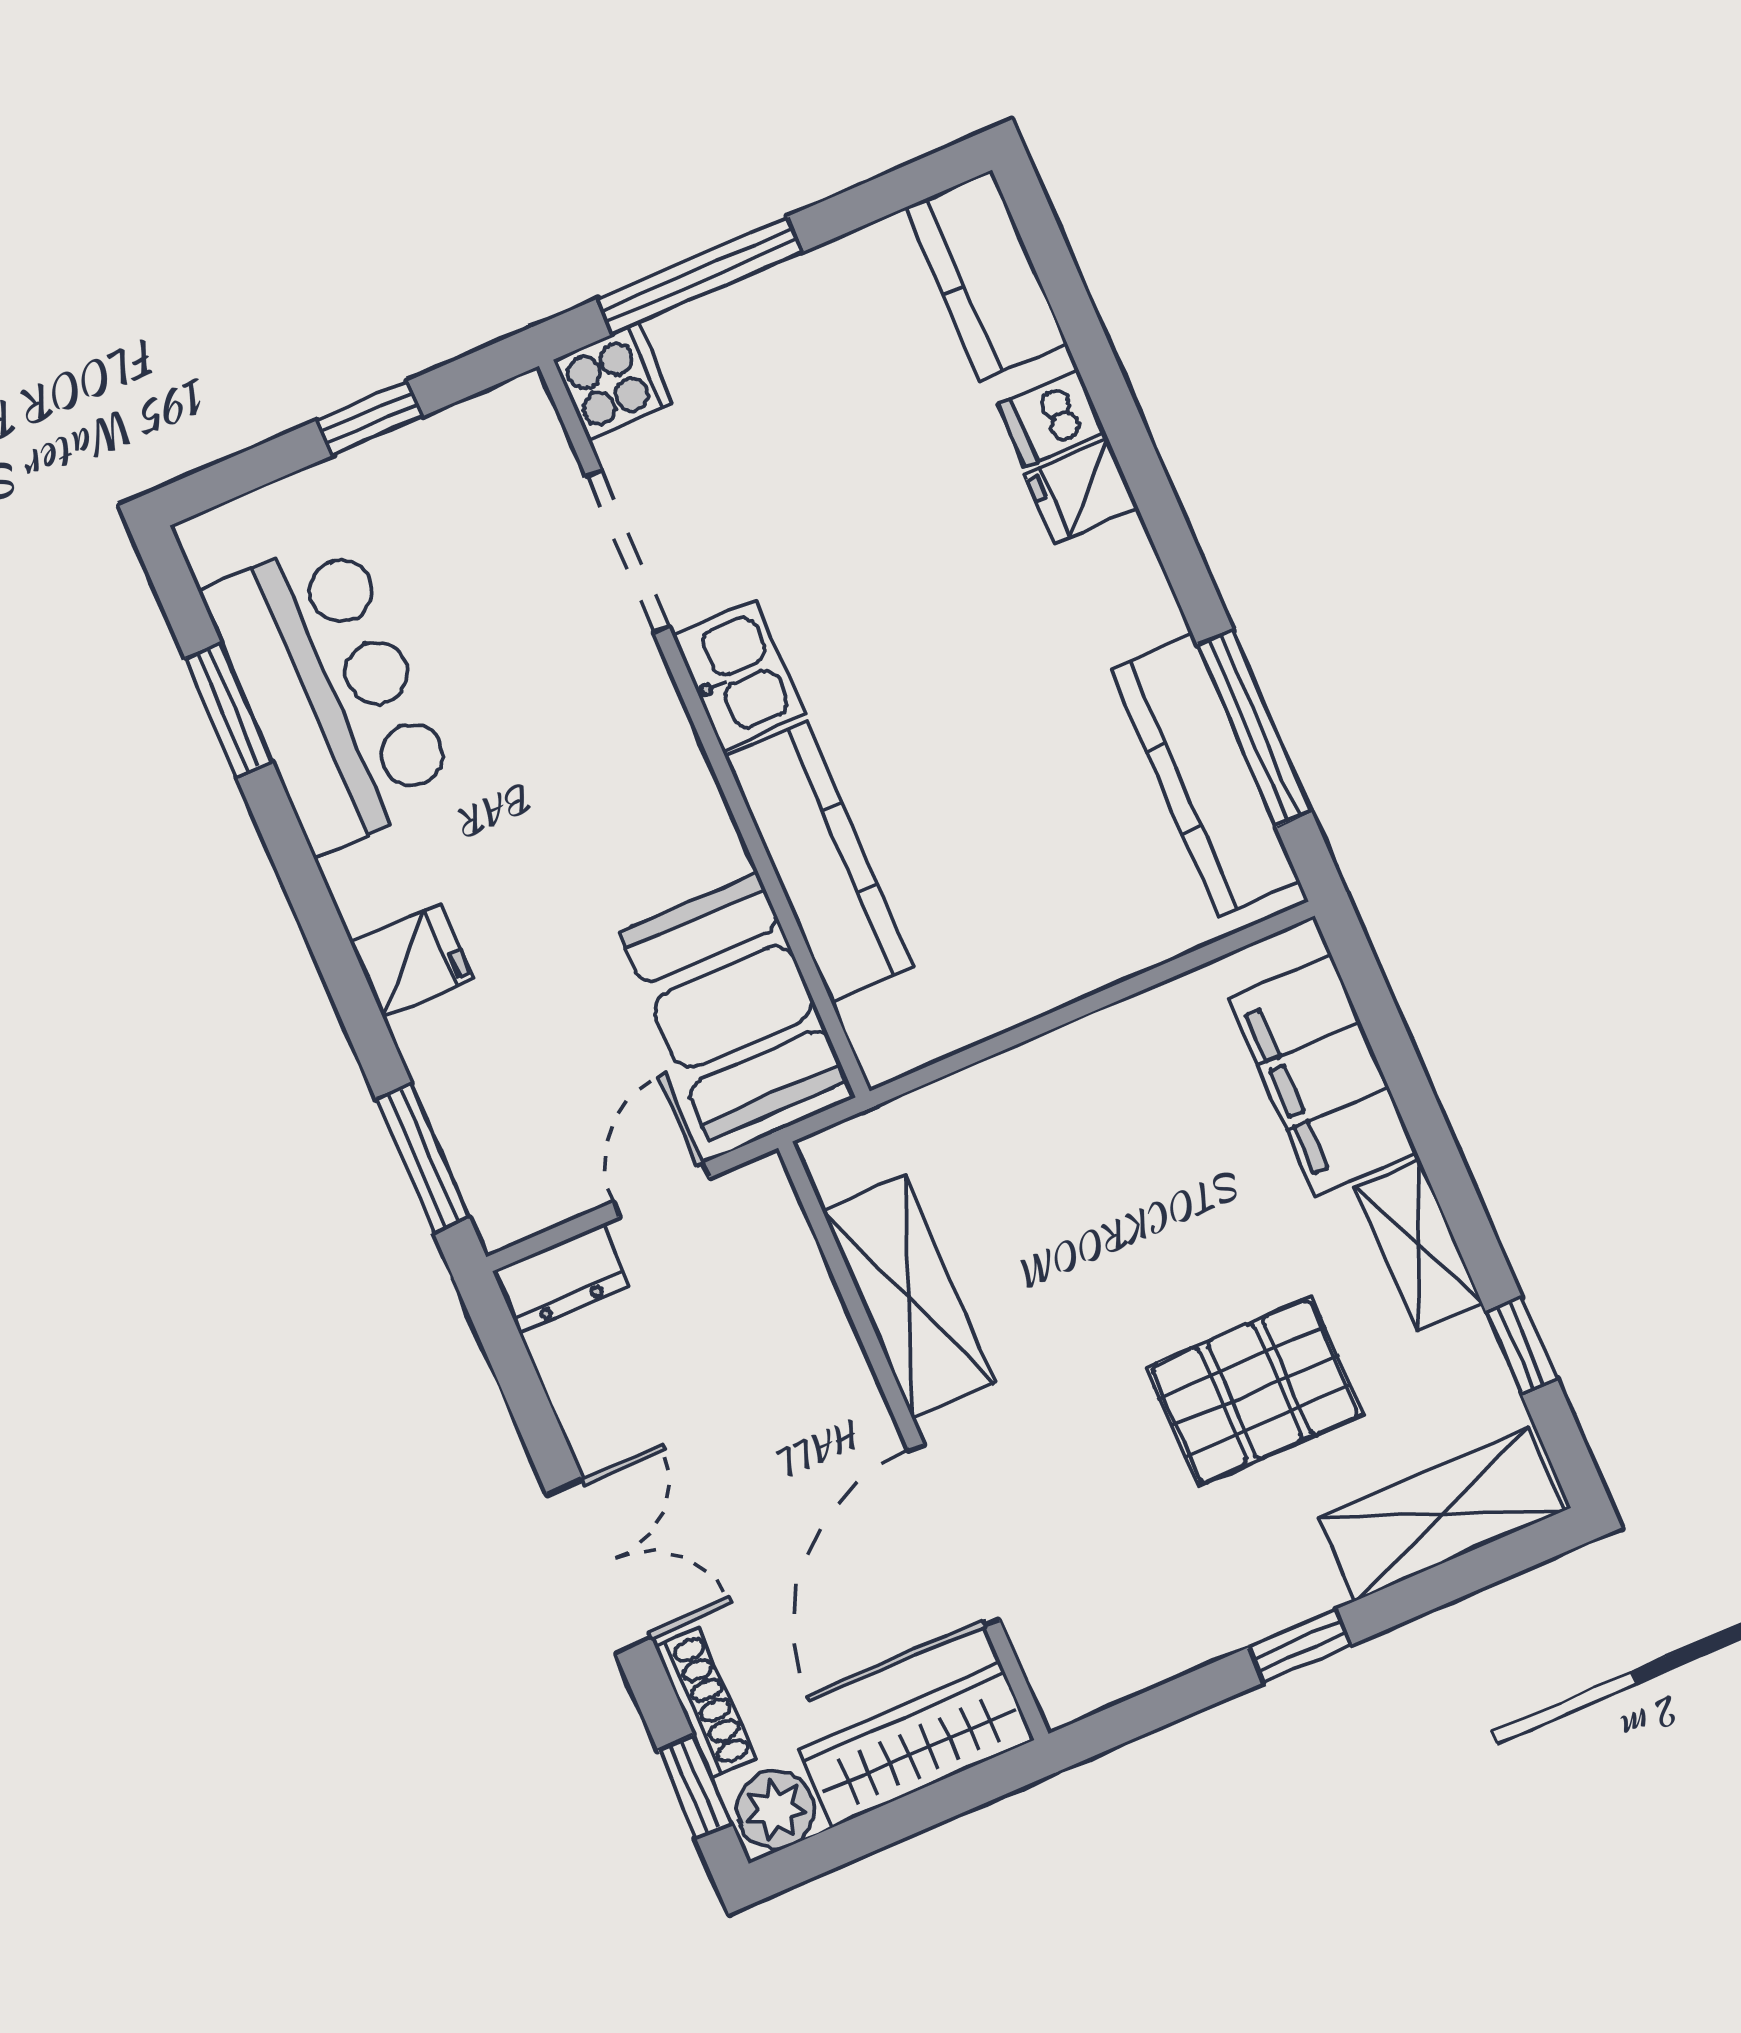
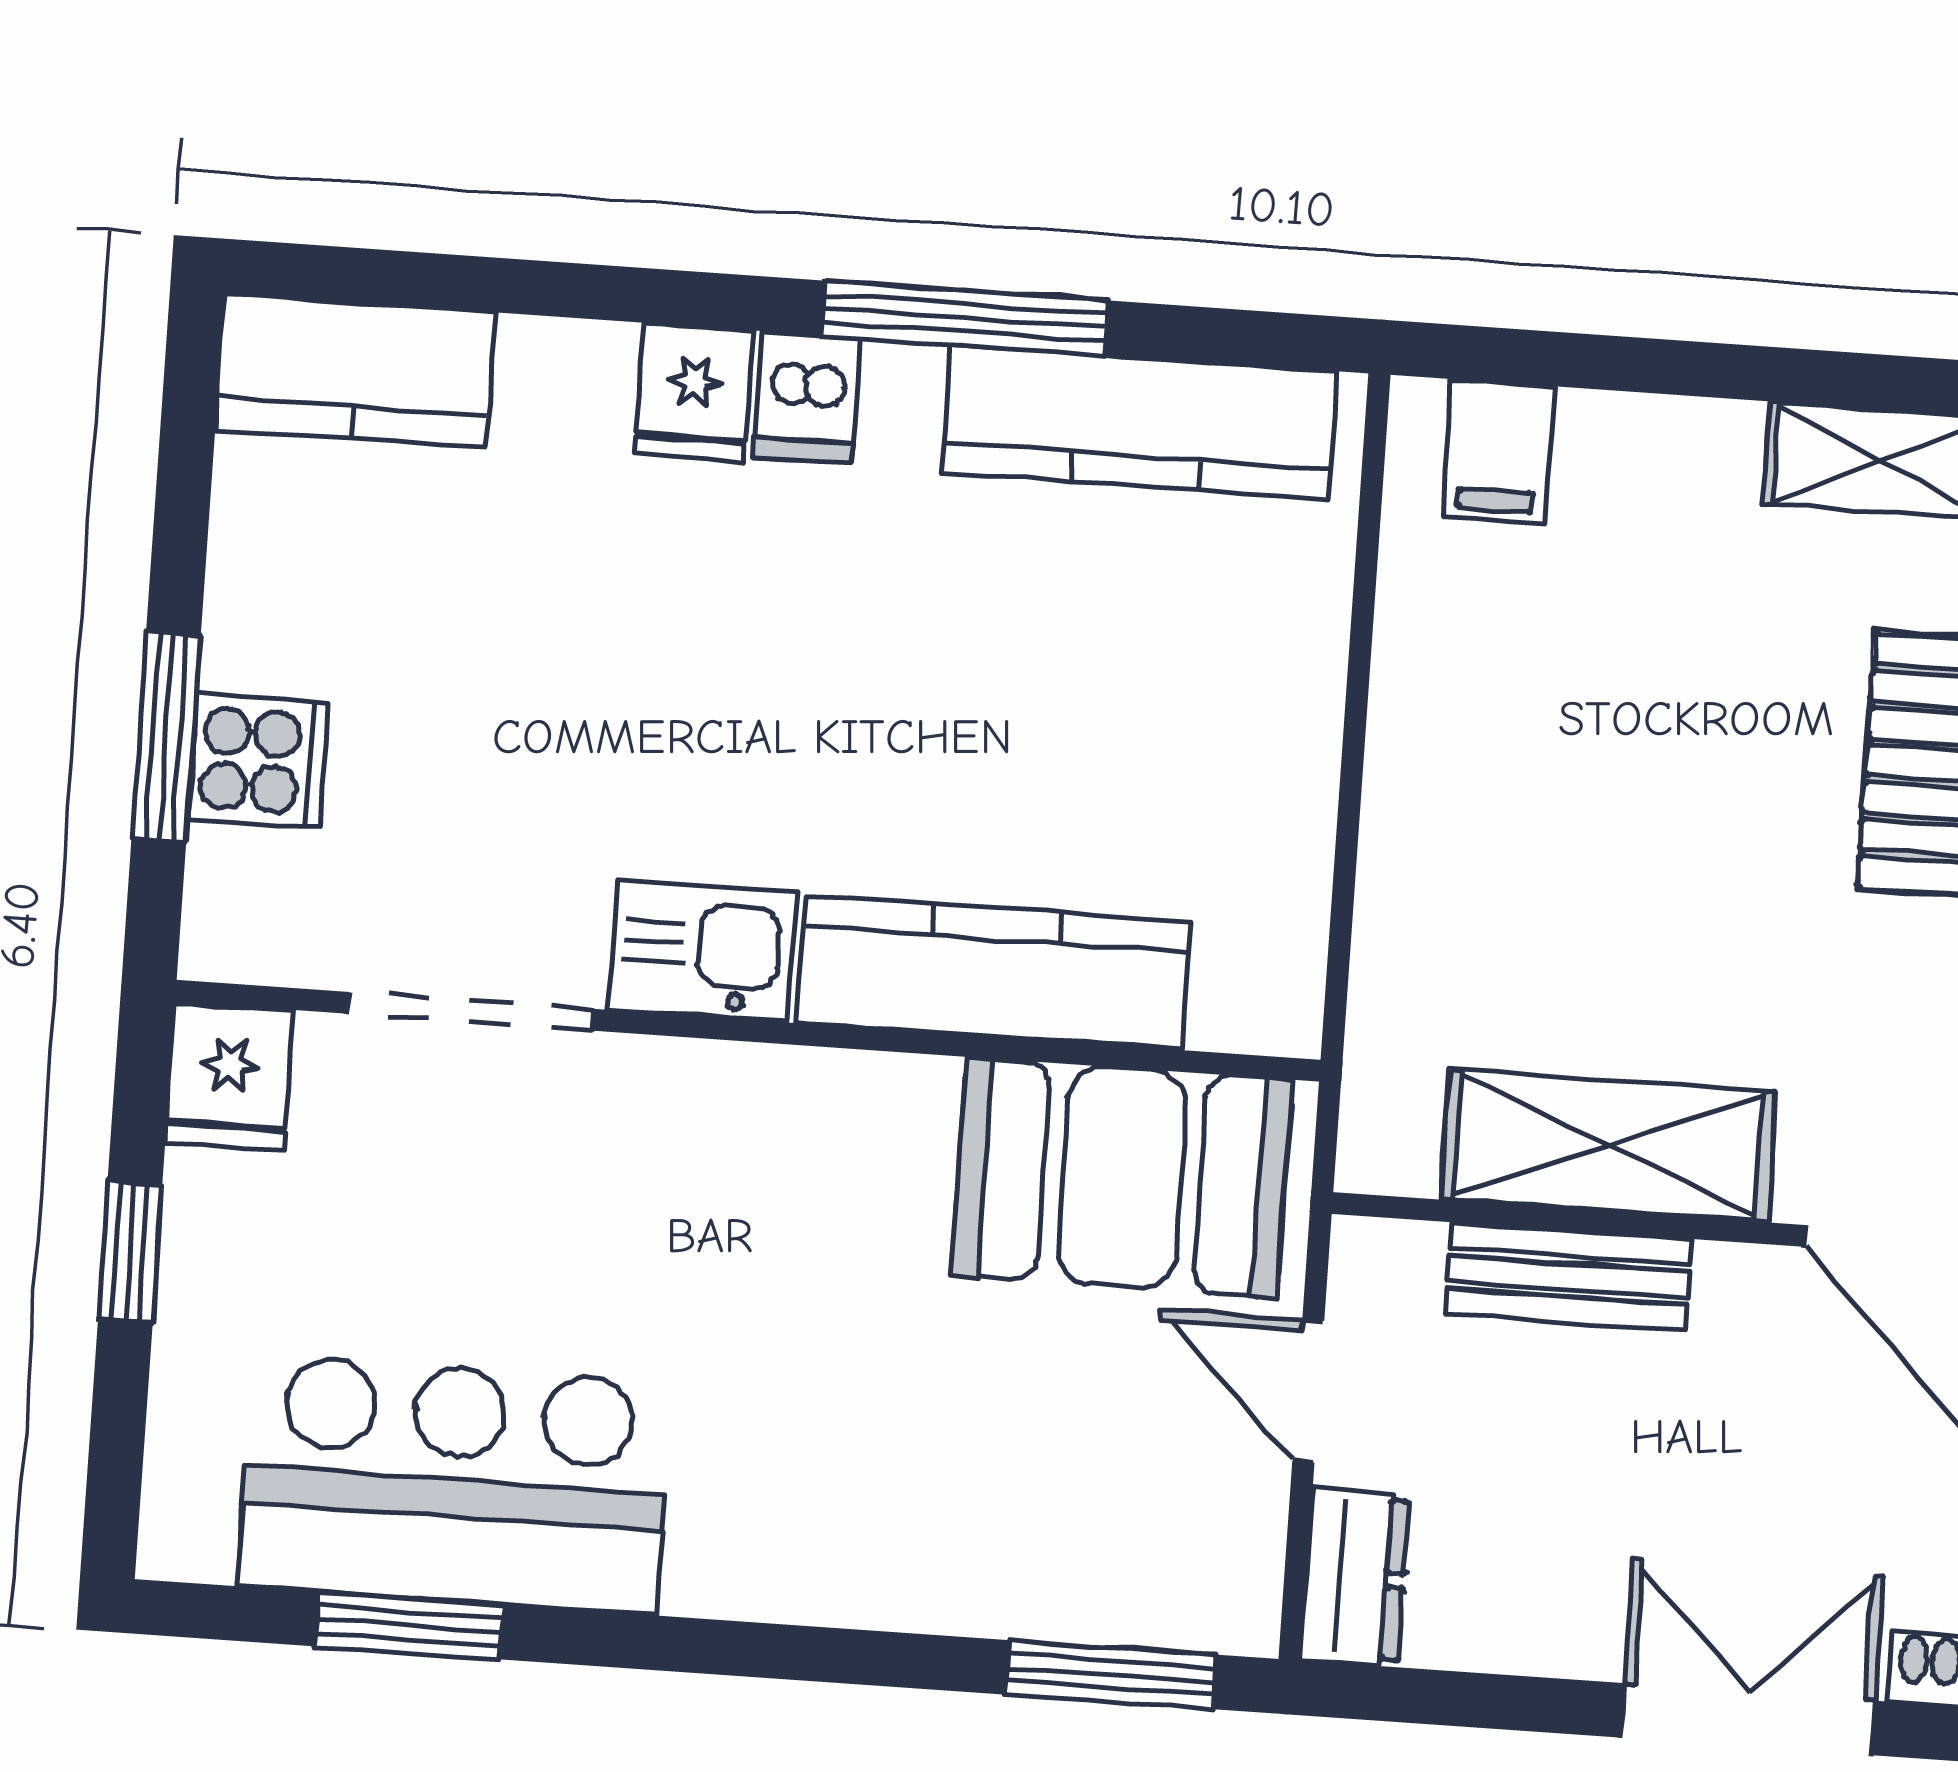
window: (700, 275) -> (166, 737), width x0.69
cooker: (613, 382) -> (258, 761), moved, turned 90
dishwasher: (1052, 418) -> (807, 397), moved
window: (1254, 728) -> (964, 318), moved
fridge: (412, 961) -> (229, 1076), moved, turned 180
filing cabinet: (1323, 1076) -> (1498, 452), width x0.33, depth x0.86
bench: (815, 1314) -> (1569, 1276), added

